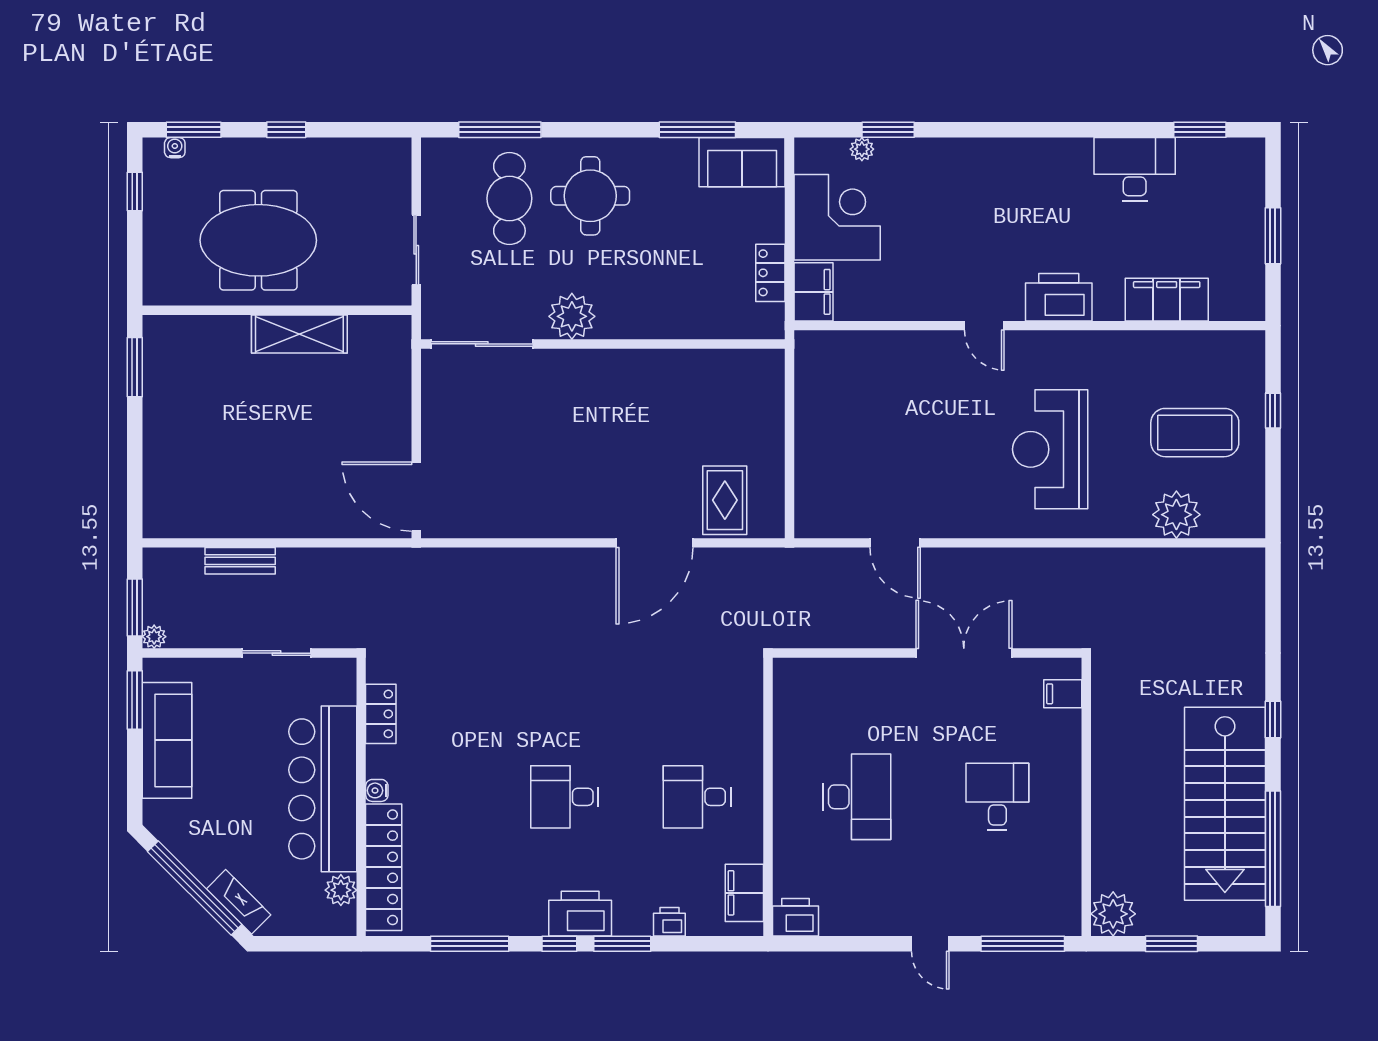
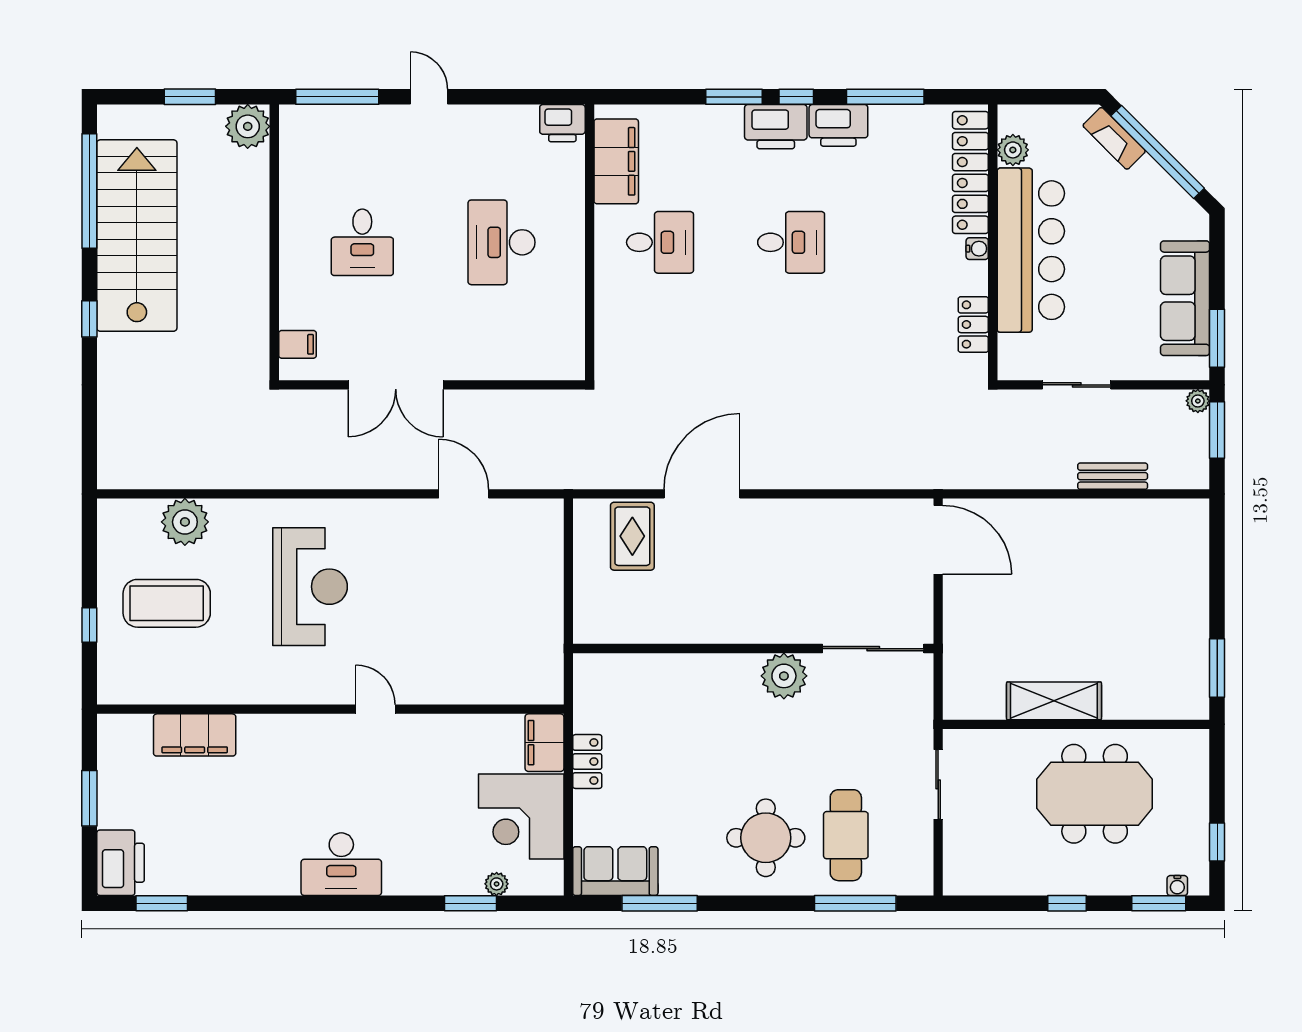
desk: (1135, 169) -> (341, 864), moved
printer: (1059, 297) -> (121, 863), moved, turned -90
plant: (572, 316) -> (784, 676), moved
sliding door: (482, 344) -> (873, 649), moved
wall: (603, 344) -> (753, 649), moved
filing cabinet: (744, 893) -> (616, 161), width x1.50, depth x1.17
printer: (669, 922) -> (838, 125), moved, width x1.87, depth x1.48

